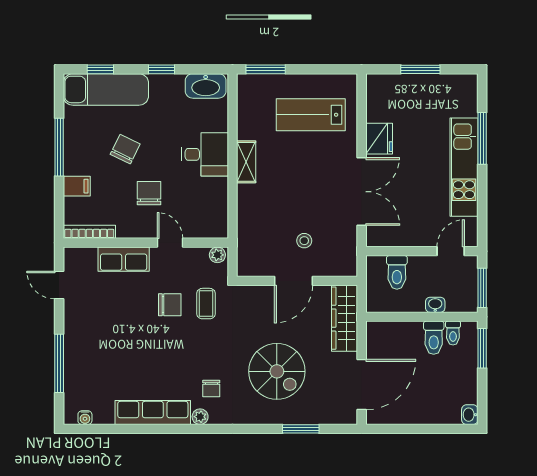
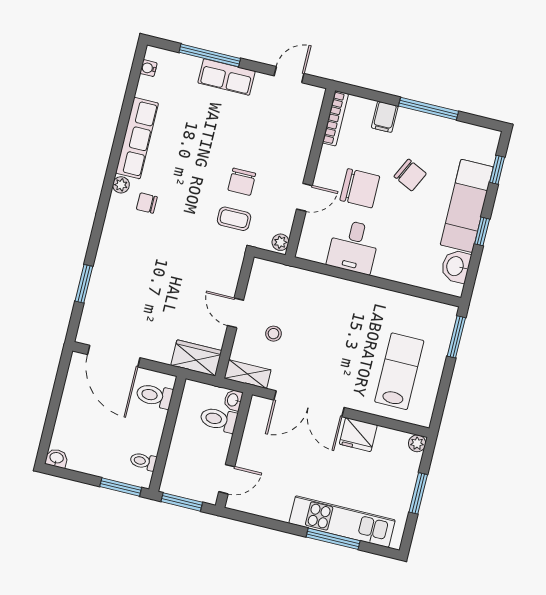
plant: (374, 82) -> (417, 443), added
washbasin: (206, 86) -> (456, 266), width x0.72
exam couch: (106, 89) -> (467, 206), moved
desk: (205, 154) -> (353, 247), moved
shelving: (246, 162) -> (248, 374), moved
kitchen unit: (464, 167) -> (342, 522), moved
chair: (149, 193) -> (360, 188), width x1.37, depth x1.37
door: (451, 251) -> (227, 479), hinge flipped
row of seats: (124, 259) -> (226, 77), moved, turned -90
door: (294, 281) -> (235, 313), width x0.73
washbasin: (435, 305) -> (233, 400), moved, turned 180
wardrobe: (344, 318) -> (196, 358), width x0.67
toilet: (434, 338) -> (154, 396), moved
spiral stairs: (277, 371) -> (148, 274), removed

